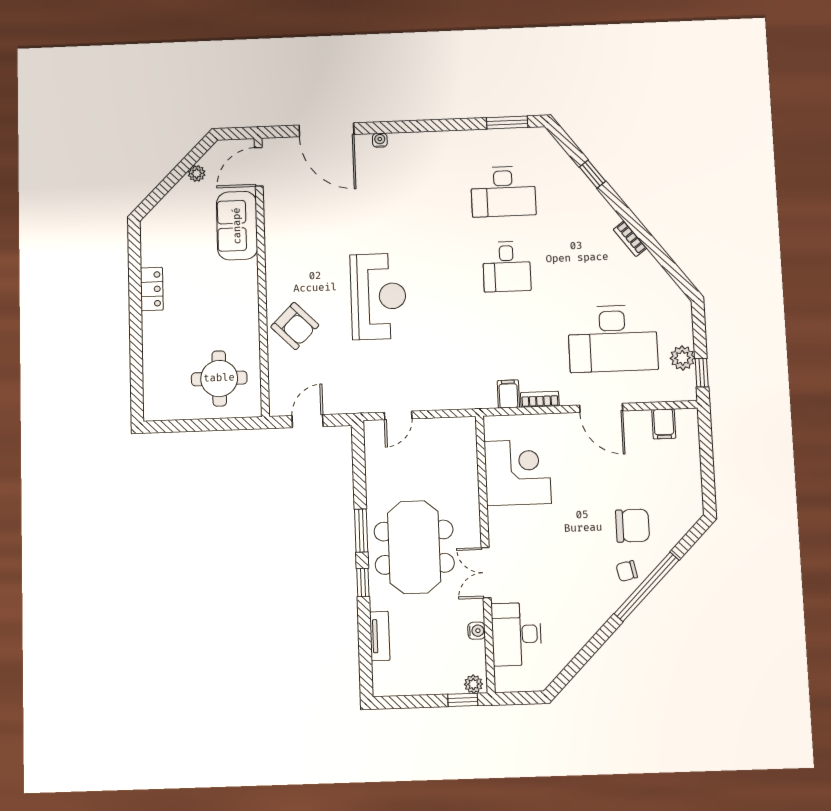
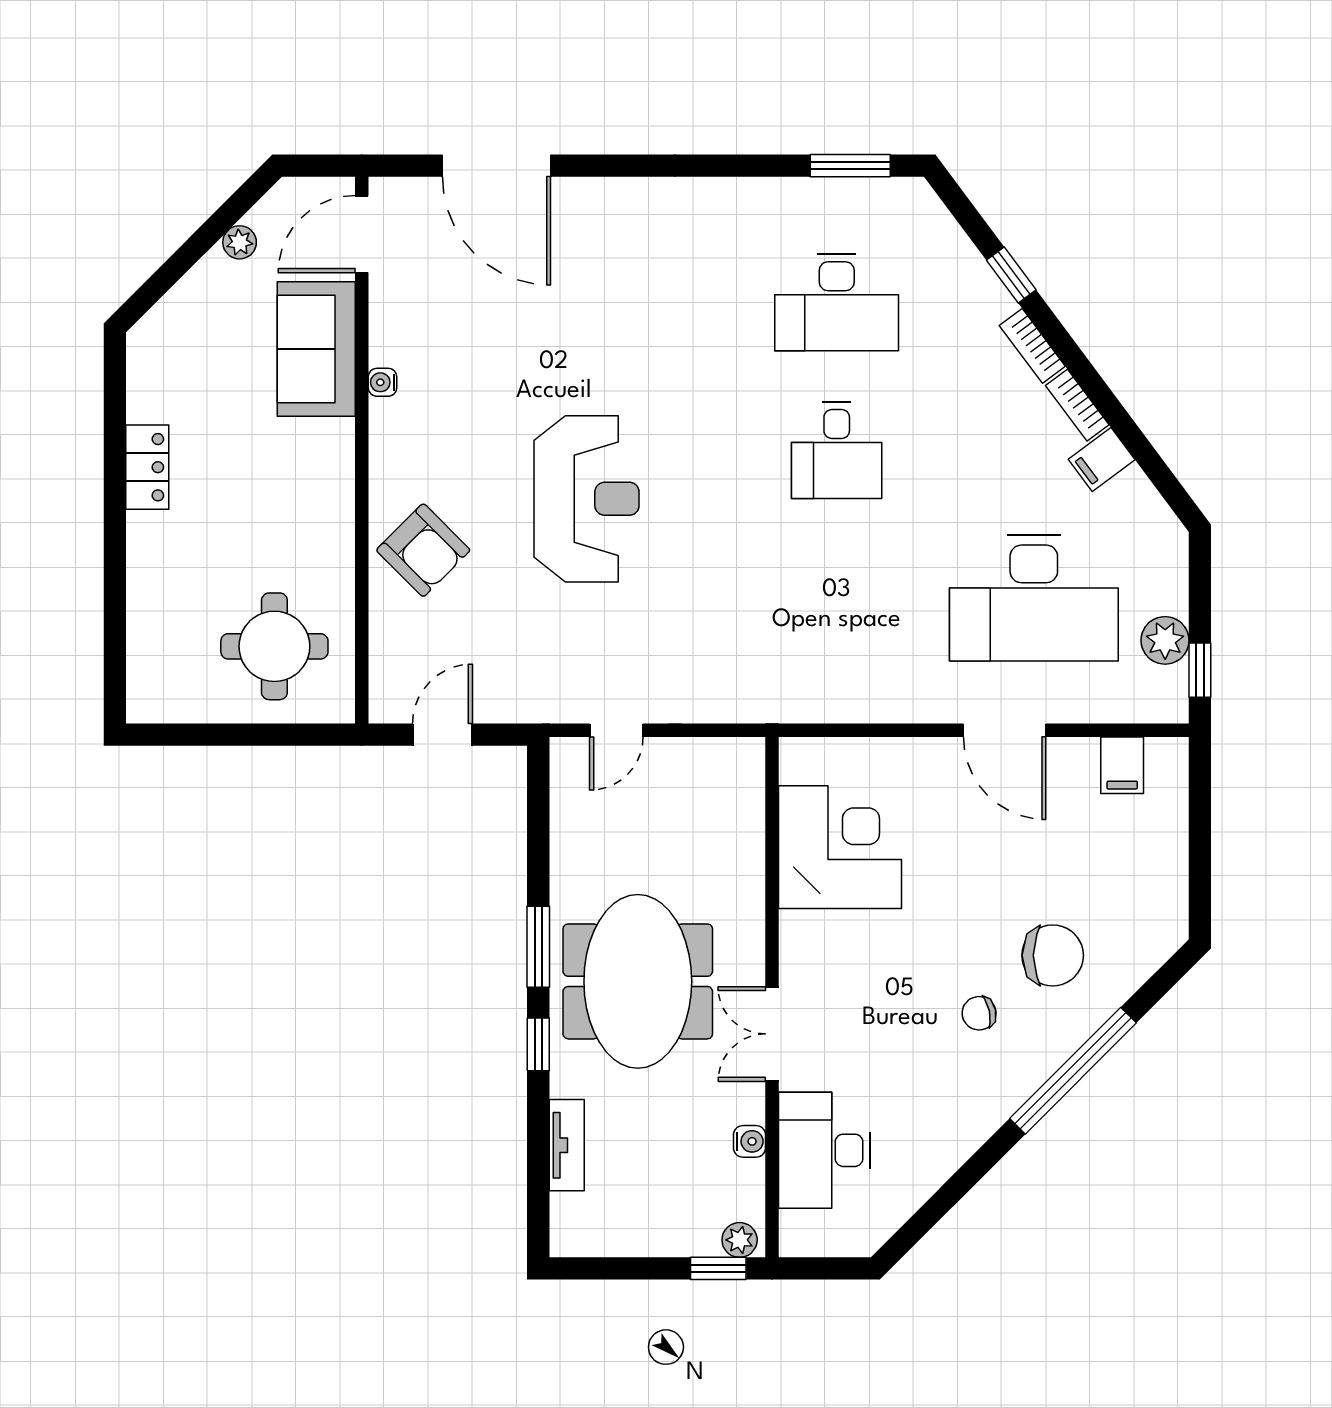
water cooler: (380, 140) -> (383, 382), moved, turned -90
filing cabinet: (508, 394) -> (1102, 460), moved, turned -127
bookcase: (540, 399) -> (1032, 346), moved, turned -127
chair: (627, 571) -> (979, 1013), moved

